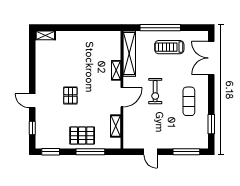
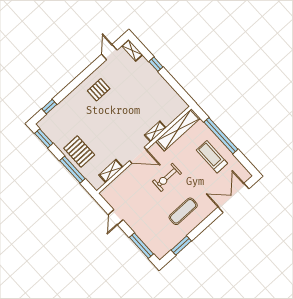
window: (70, 28) -> (156, 64), added
pallet: (70, 95) -> (99, 90), moved
door: (32, 101) -> (109, 52), moved

